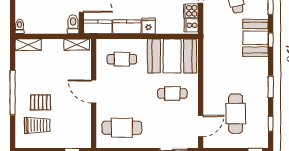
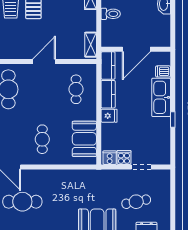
toilet: (73, 24) -> (111, 14), moved
booth: (172, 56) -> (84, 139), width x0.73, depth x0.70

